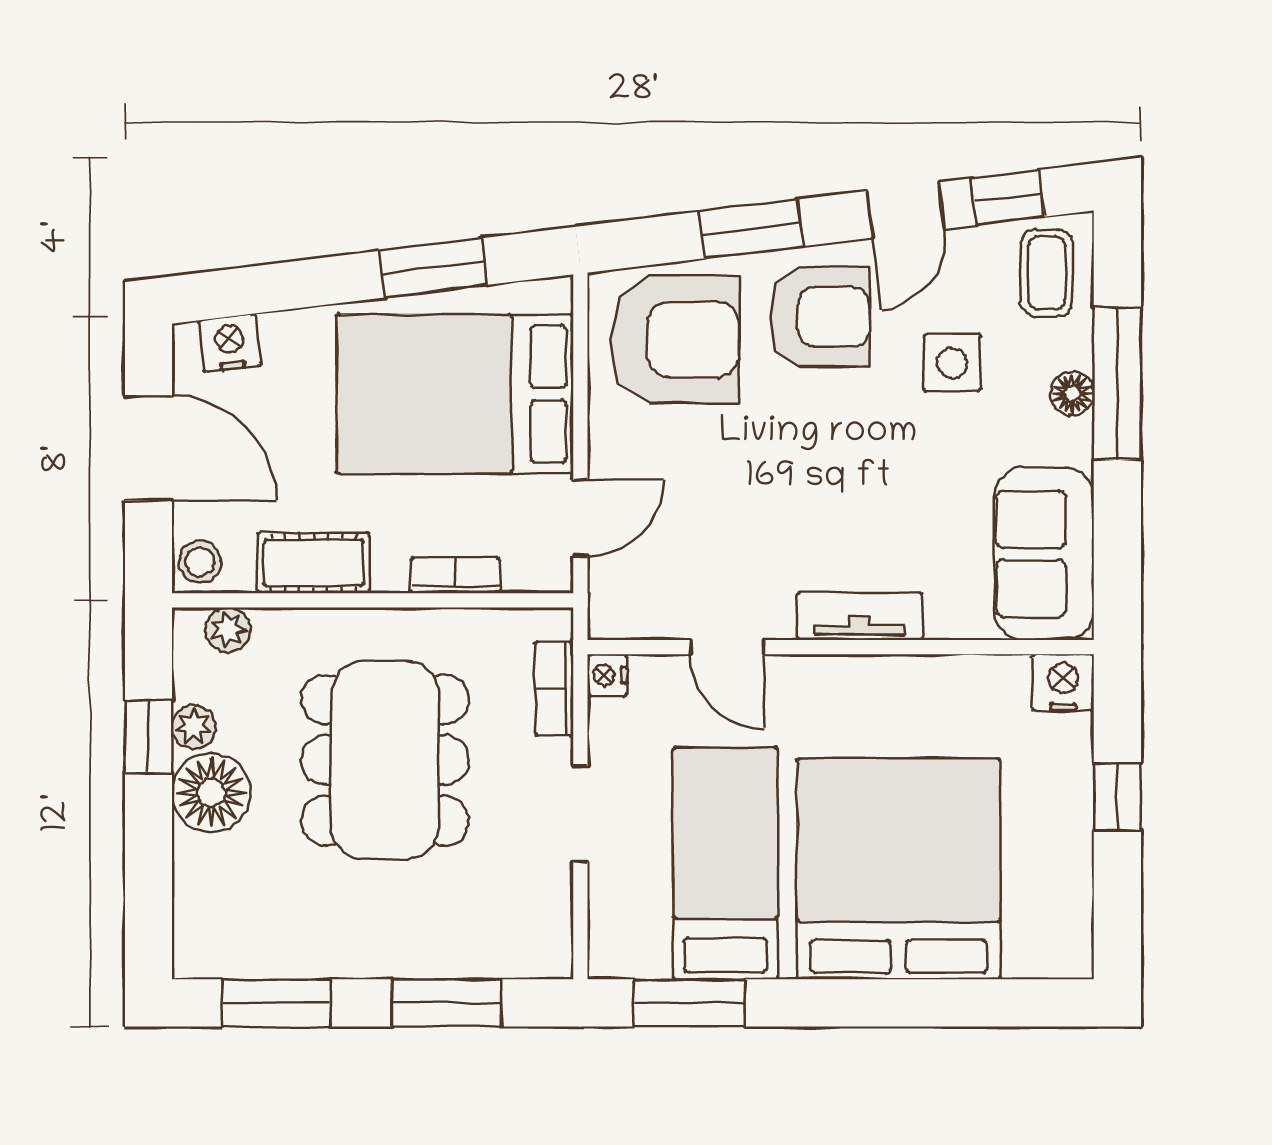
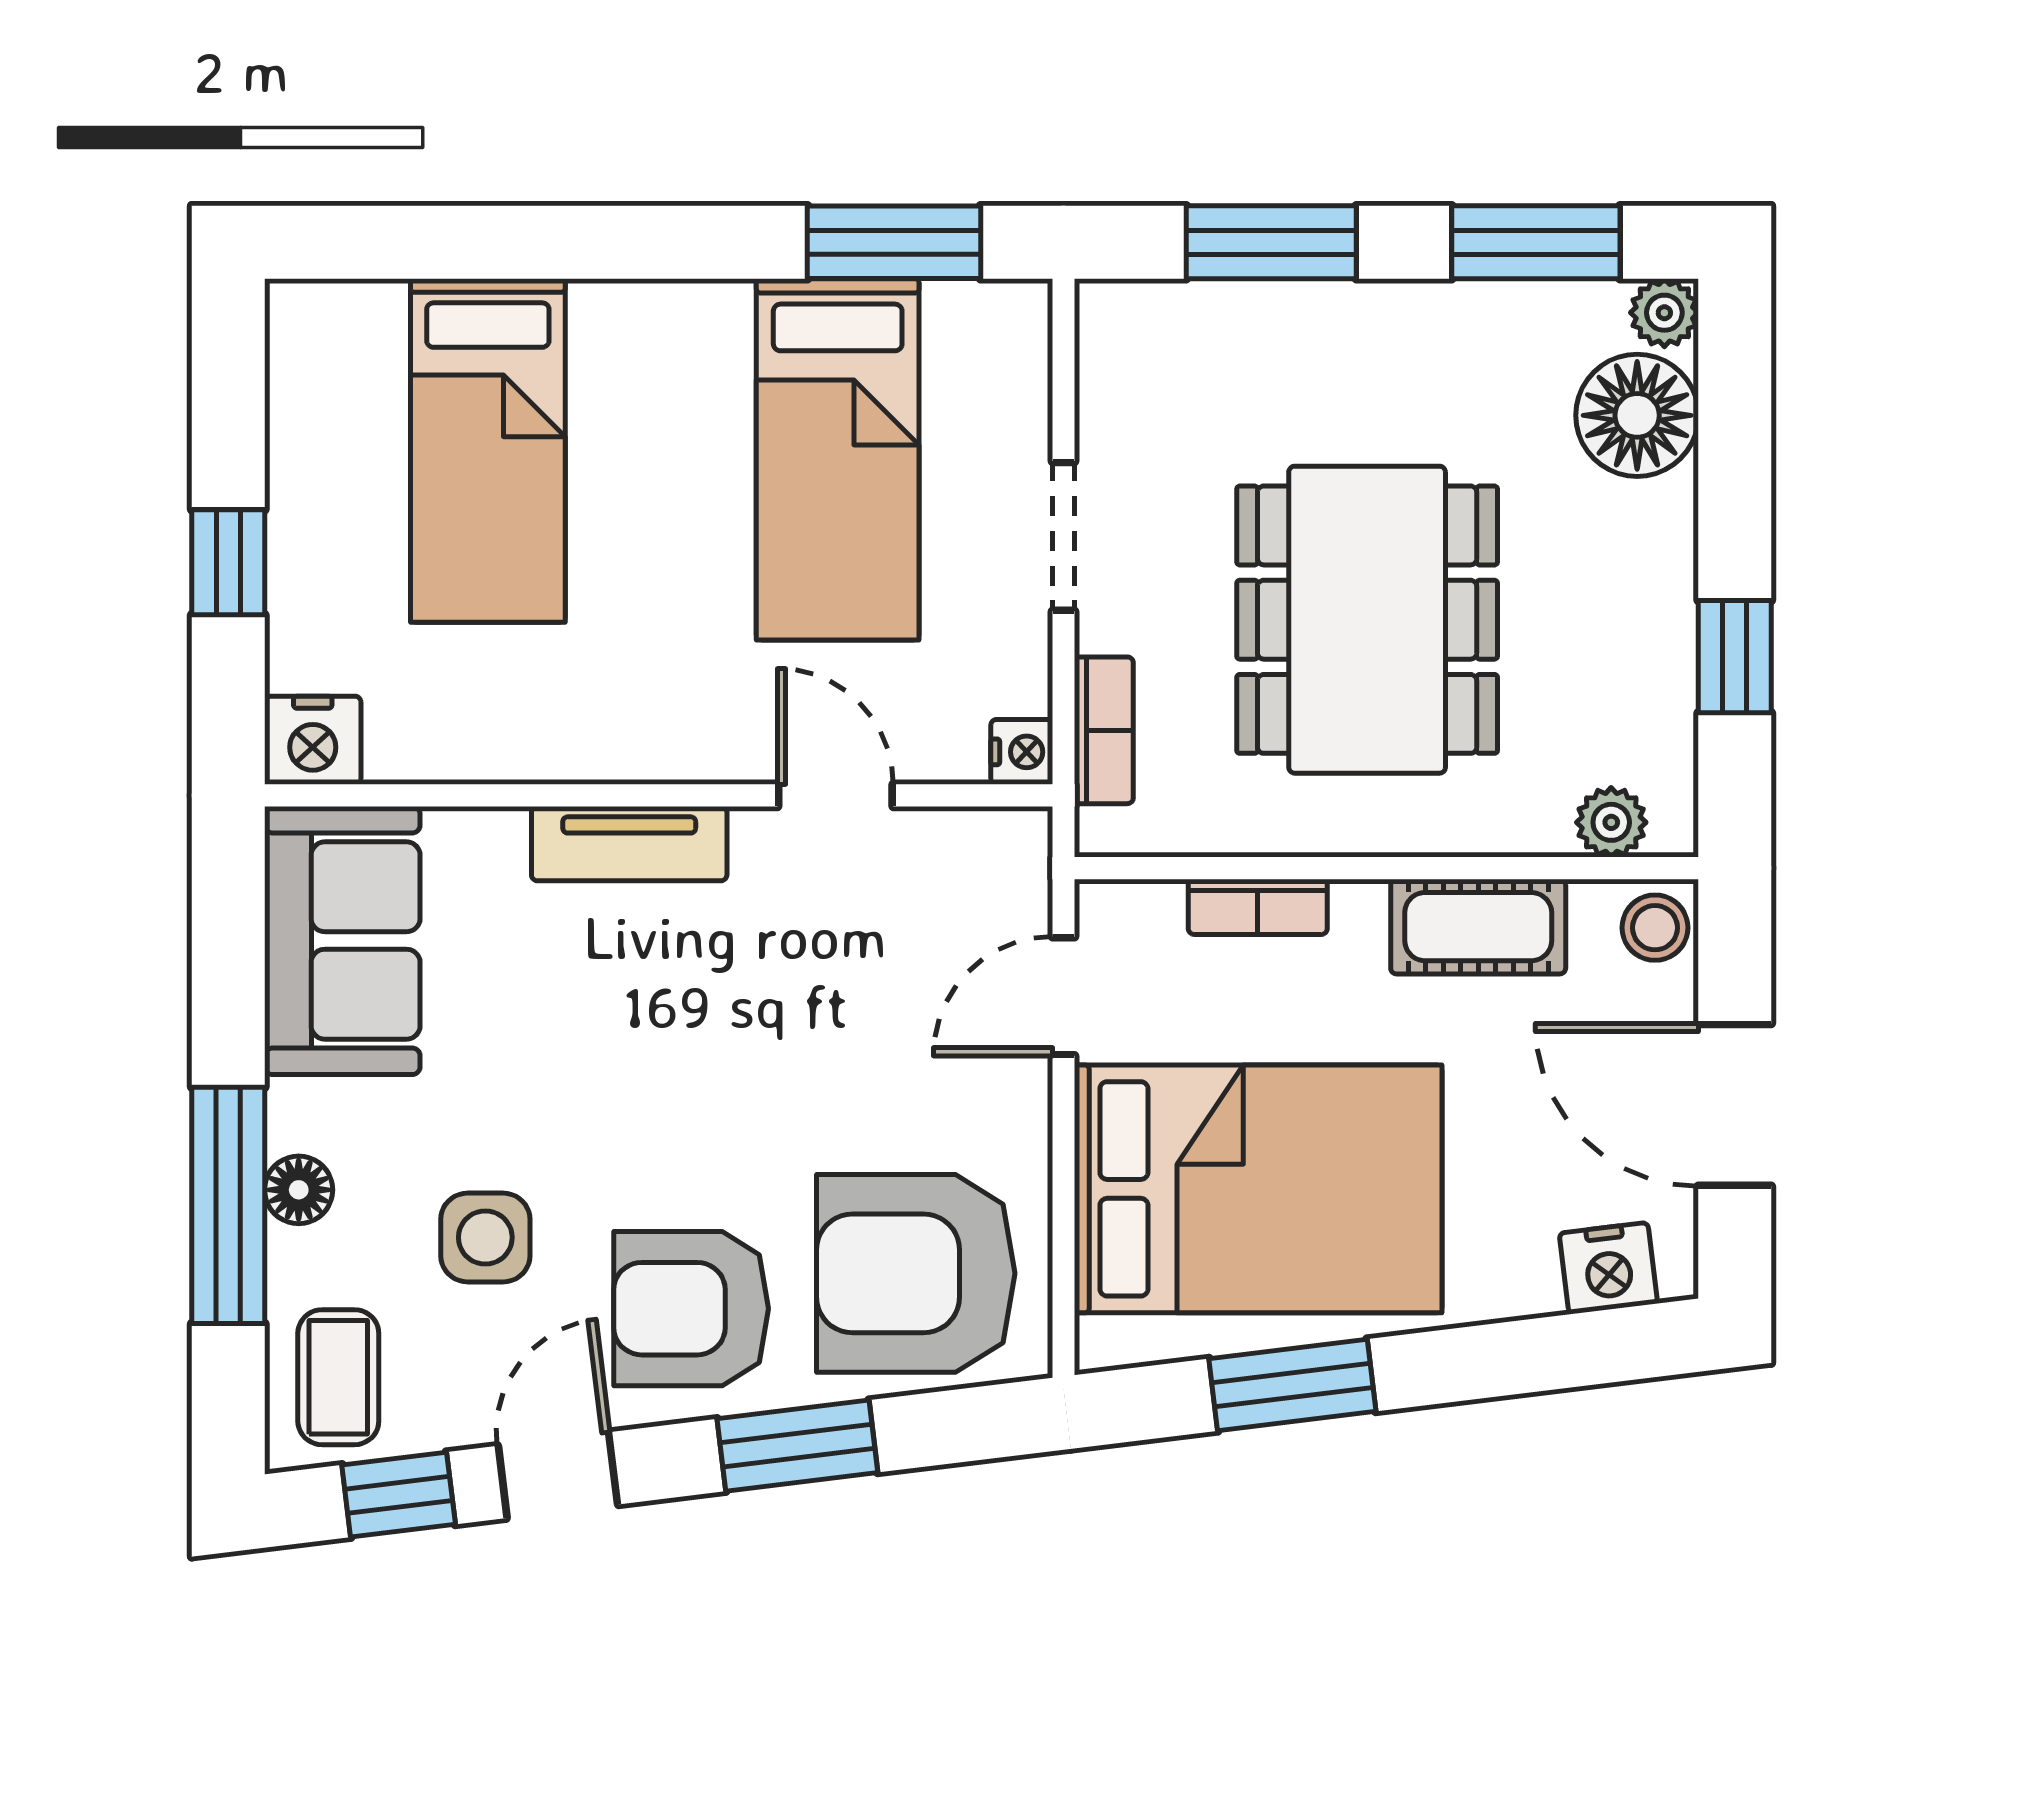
plant: (194, 727) -> (1664, 313), moved
floor lamp: (211, 793) -> (1637, 415), moved
bed: (899, 869) -> (488, 450), width x0.49

